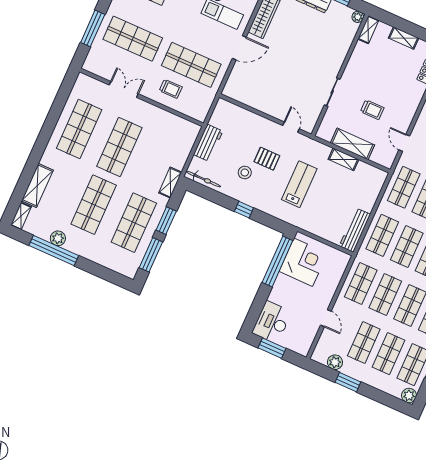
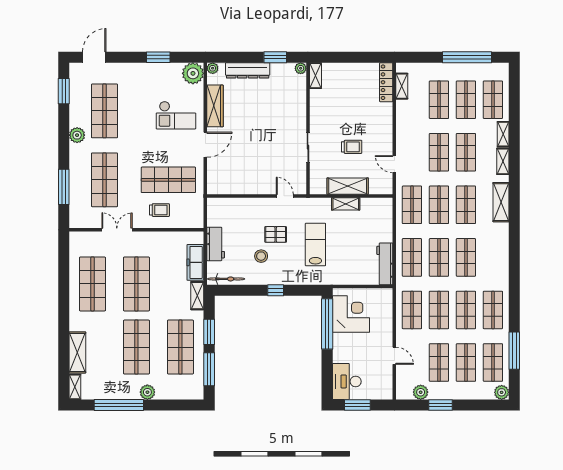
shelving: (404, 38) -> (351, 69), removed
shop shelf: (133, 39) -> (104, 180), turned 90
freezer: (182, 151) -> (195, 262), added
plant: (58, 238) -> (147, 392), moved

